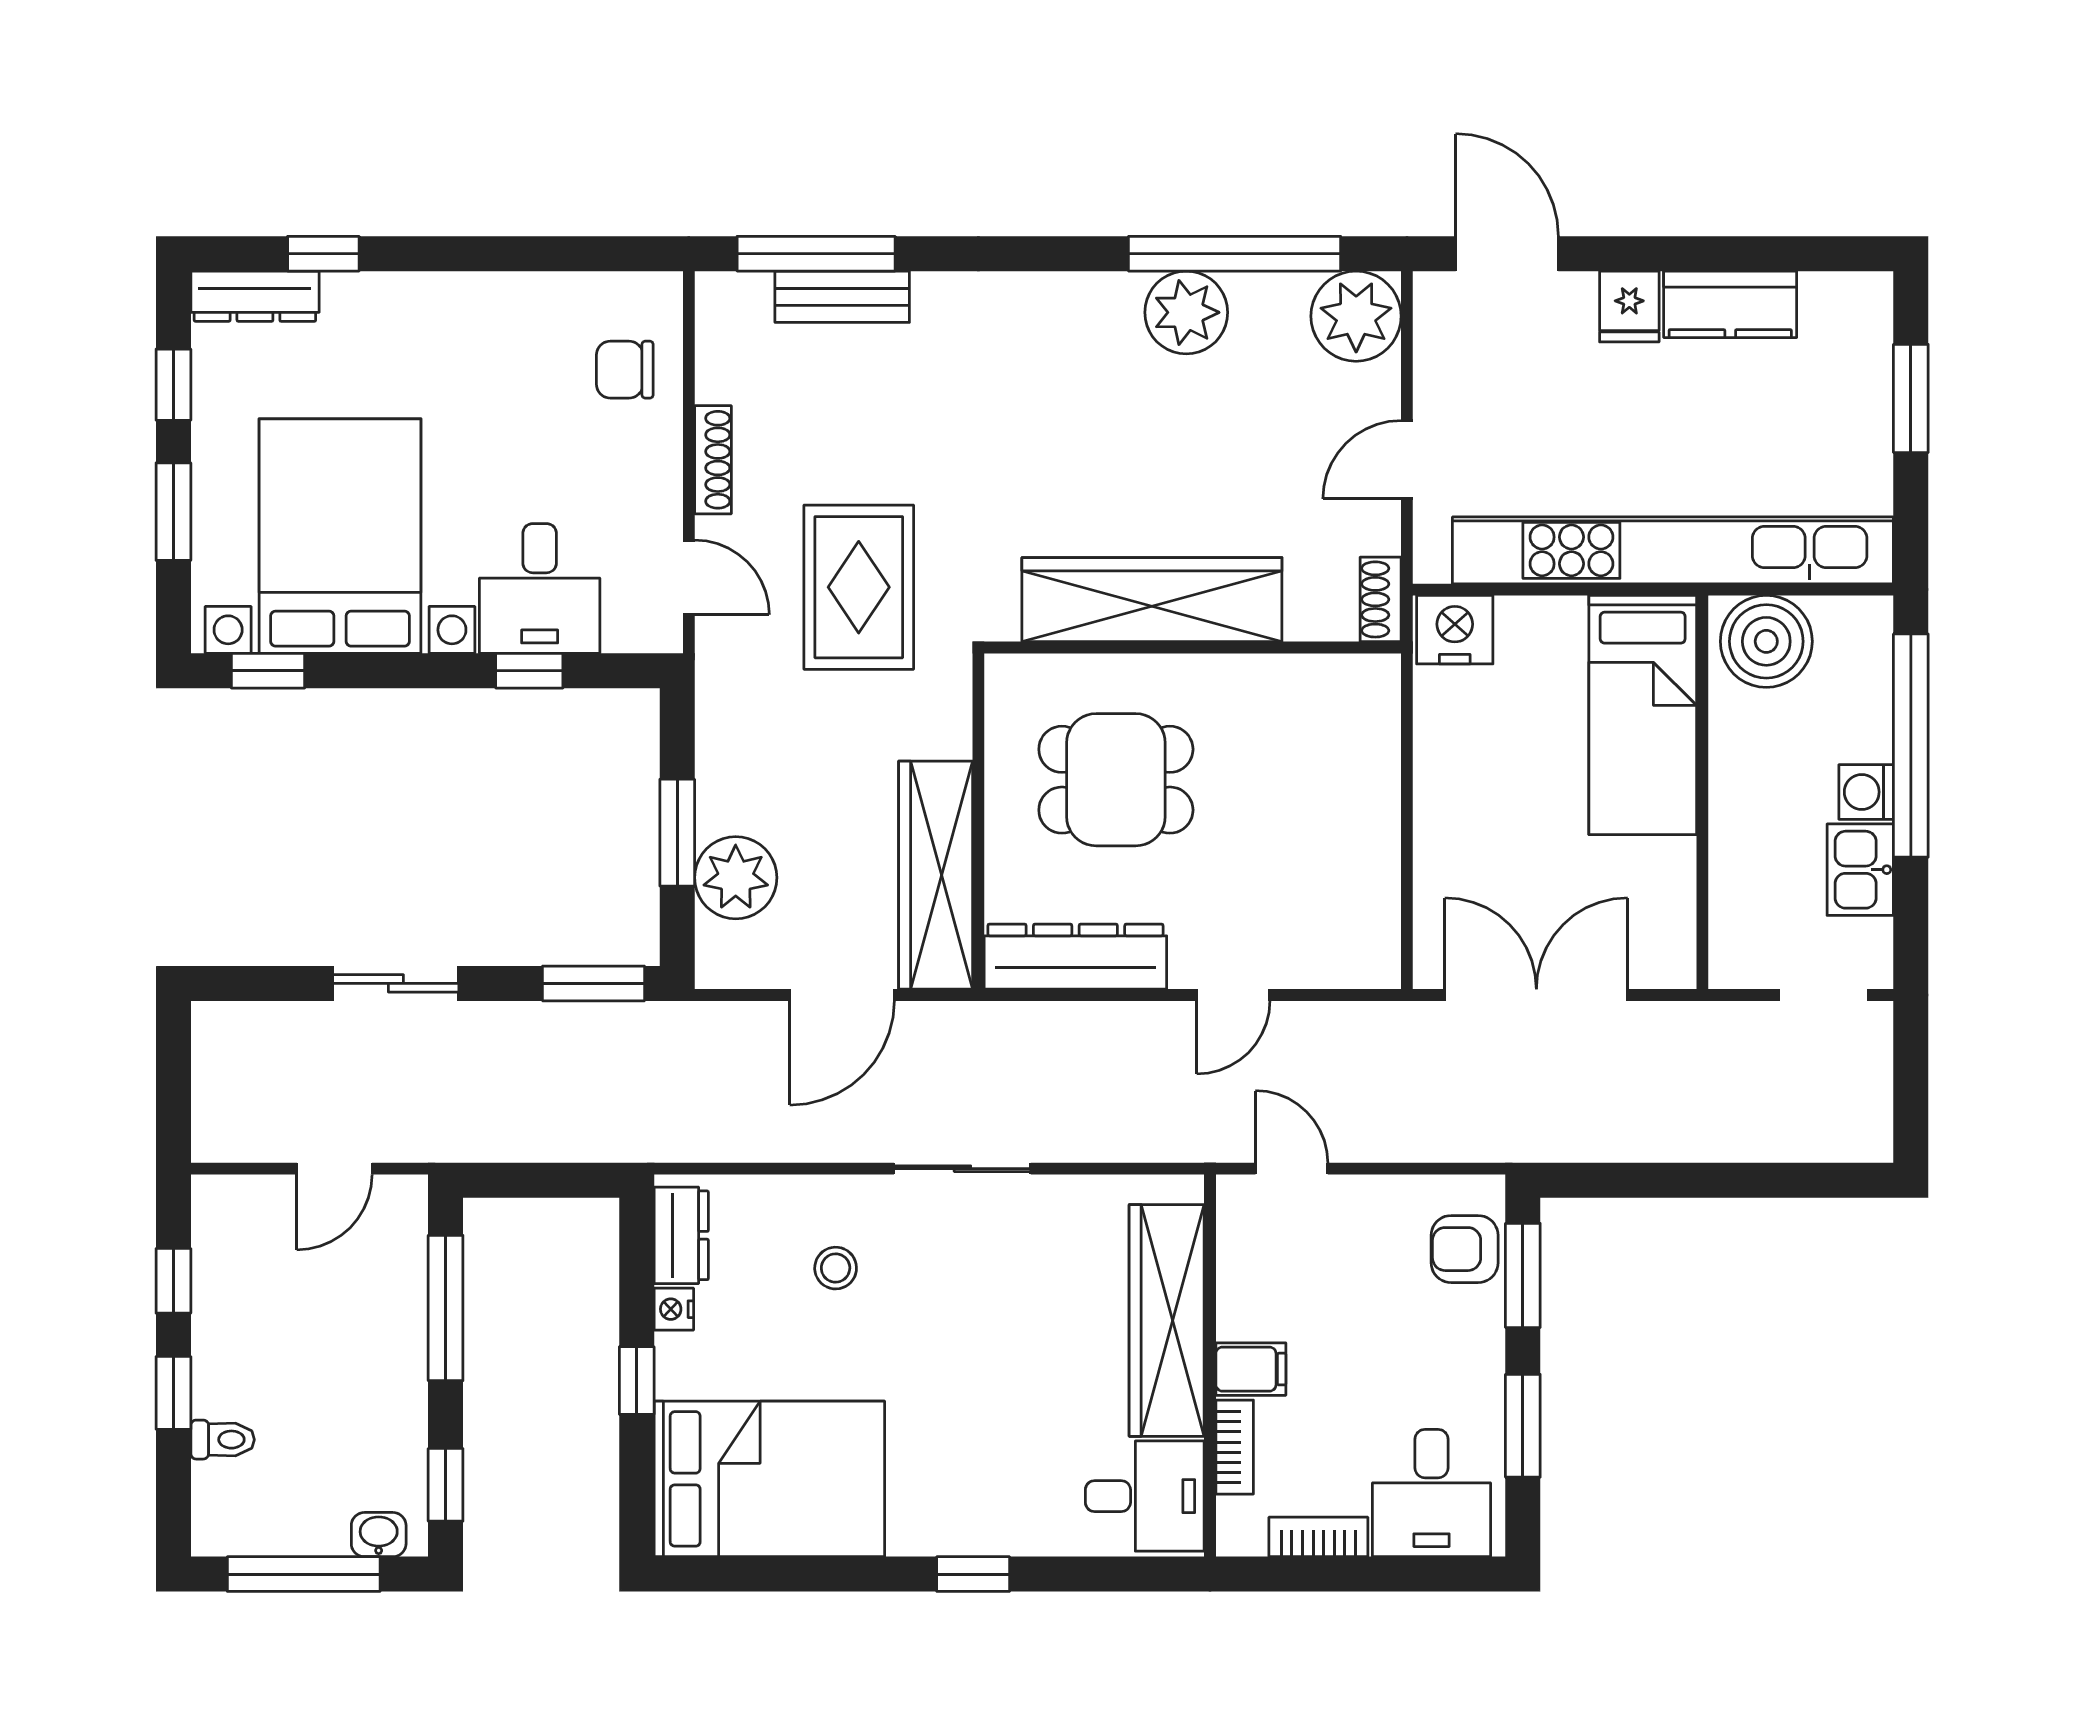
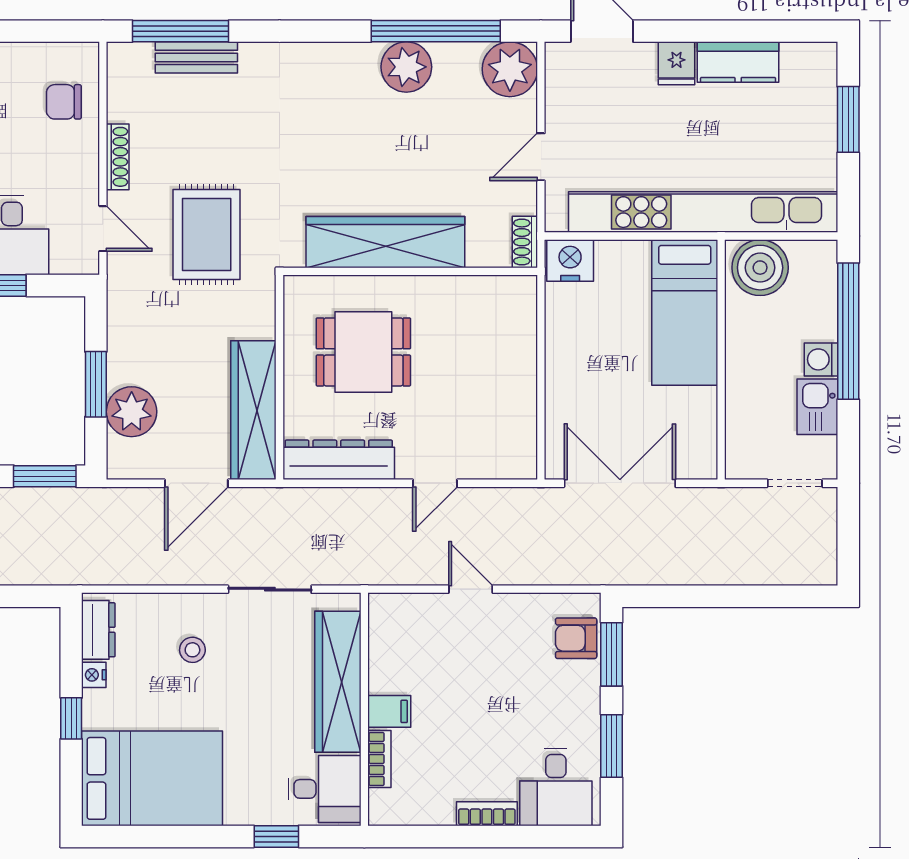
wardrobe: (1167, 1320) -> (338, 682), moved
wall: (1210, 1366) -> (364, 709), moved
filing cabinet: (1251, 1369) -> (389, 711), moved
bookcase: (1235, 1447) -> (379, 759), moved
desk: (1145, 1496) -> (325, 789), moved

